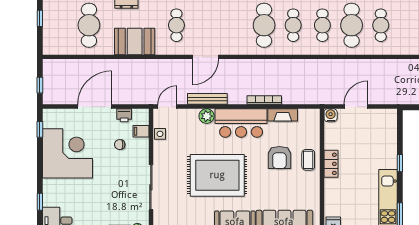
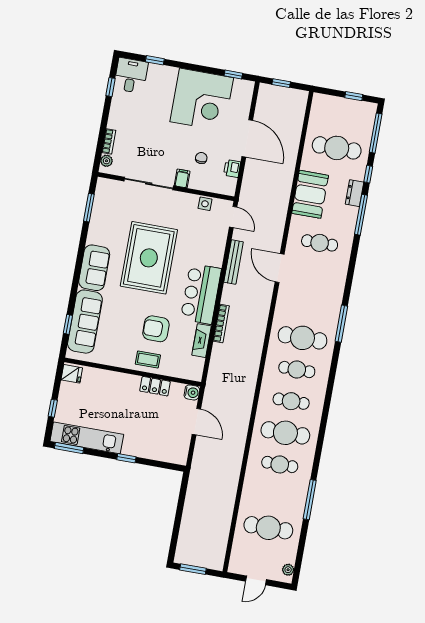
plant: (207, 116) -> (215, 258), removed
filing cabinet: (141, 131) -> (182, 178), moved
locker: (331, 164) -> (155, 386), moved

